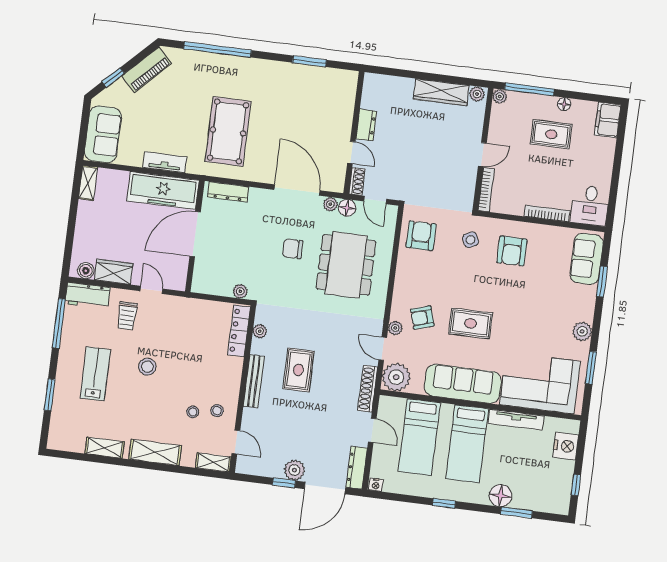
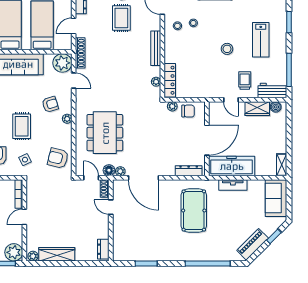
plant: (500, 96) -> (14, 252), width x1.87, depth x1.87
dresser: (366, 125) -> (103, 249), moved
armchair: (421, 236) -> (58, 158), turned 104
chair: (293, 249) -> (188, 111), moved
rug: (471, 323) -> (22, 126), moved, turned 90
plant: (395, 328) -> (67, 119), moved
rug: (298, 370) -> (121, 18), moved
door: (372, 430) -> (74, 26), hinge flipped

